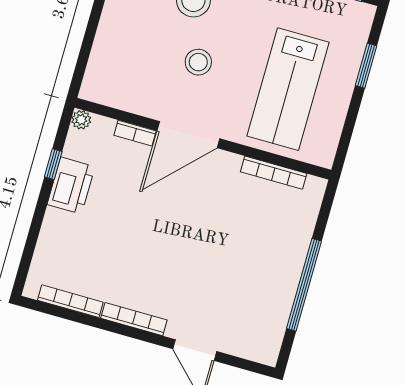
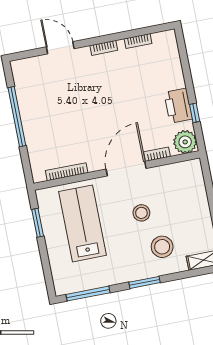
window: (366, 66) -> (38, 223), moved
plant: (81, 120) -> (185, 142), width x1.88, depth x1.88
bookcase: (70, 301) -> (138, 41), width x0.64
bookcase: (134, 319) -> (104, 48), width x0.64

